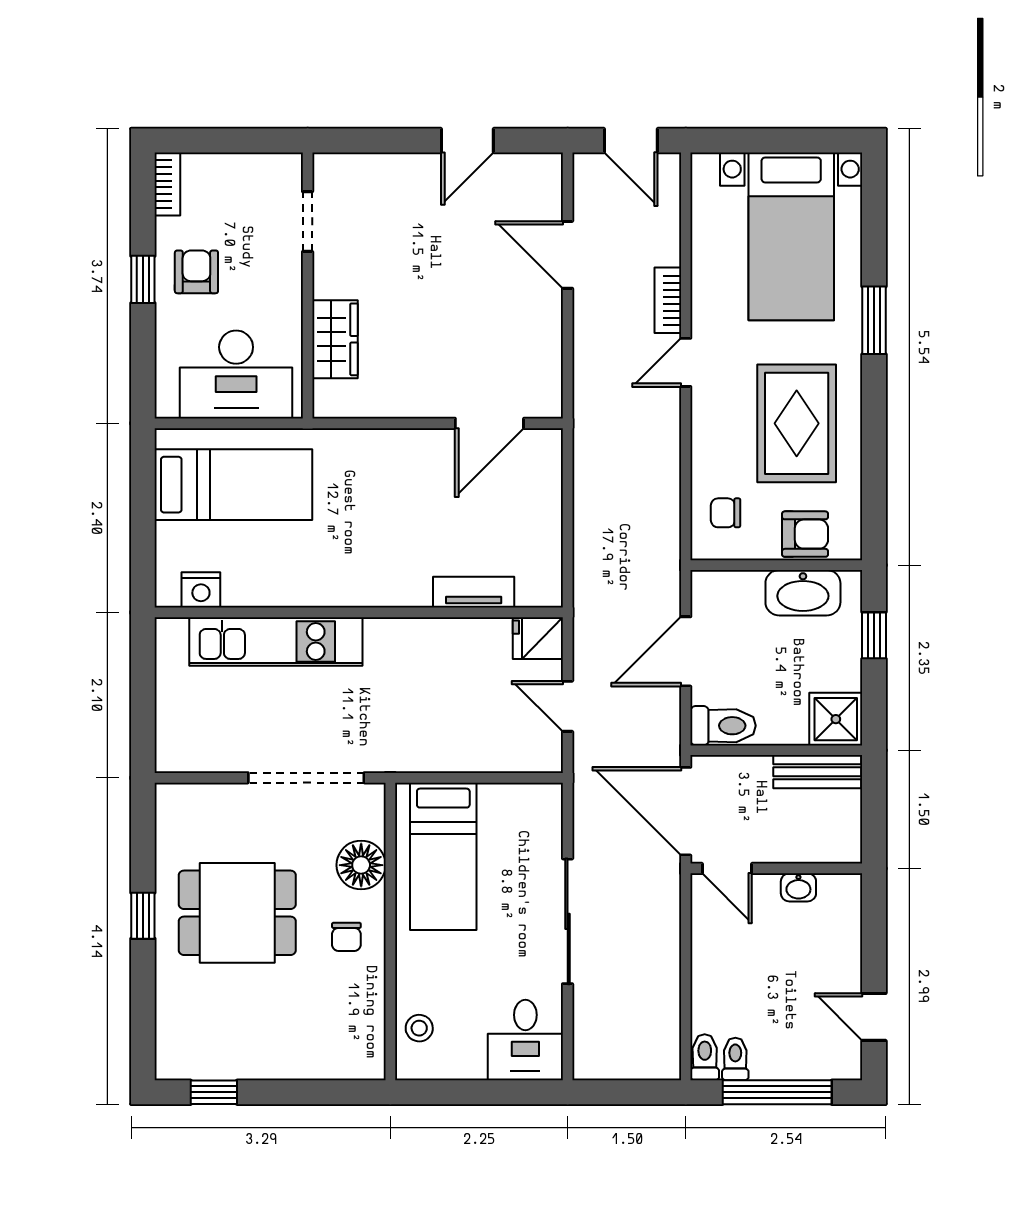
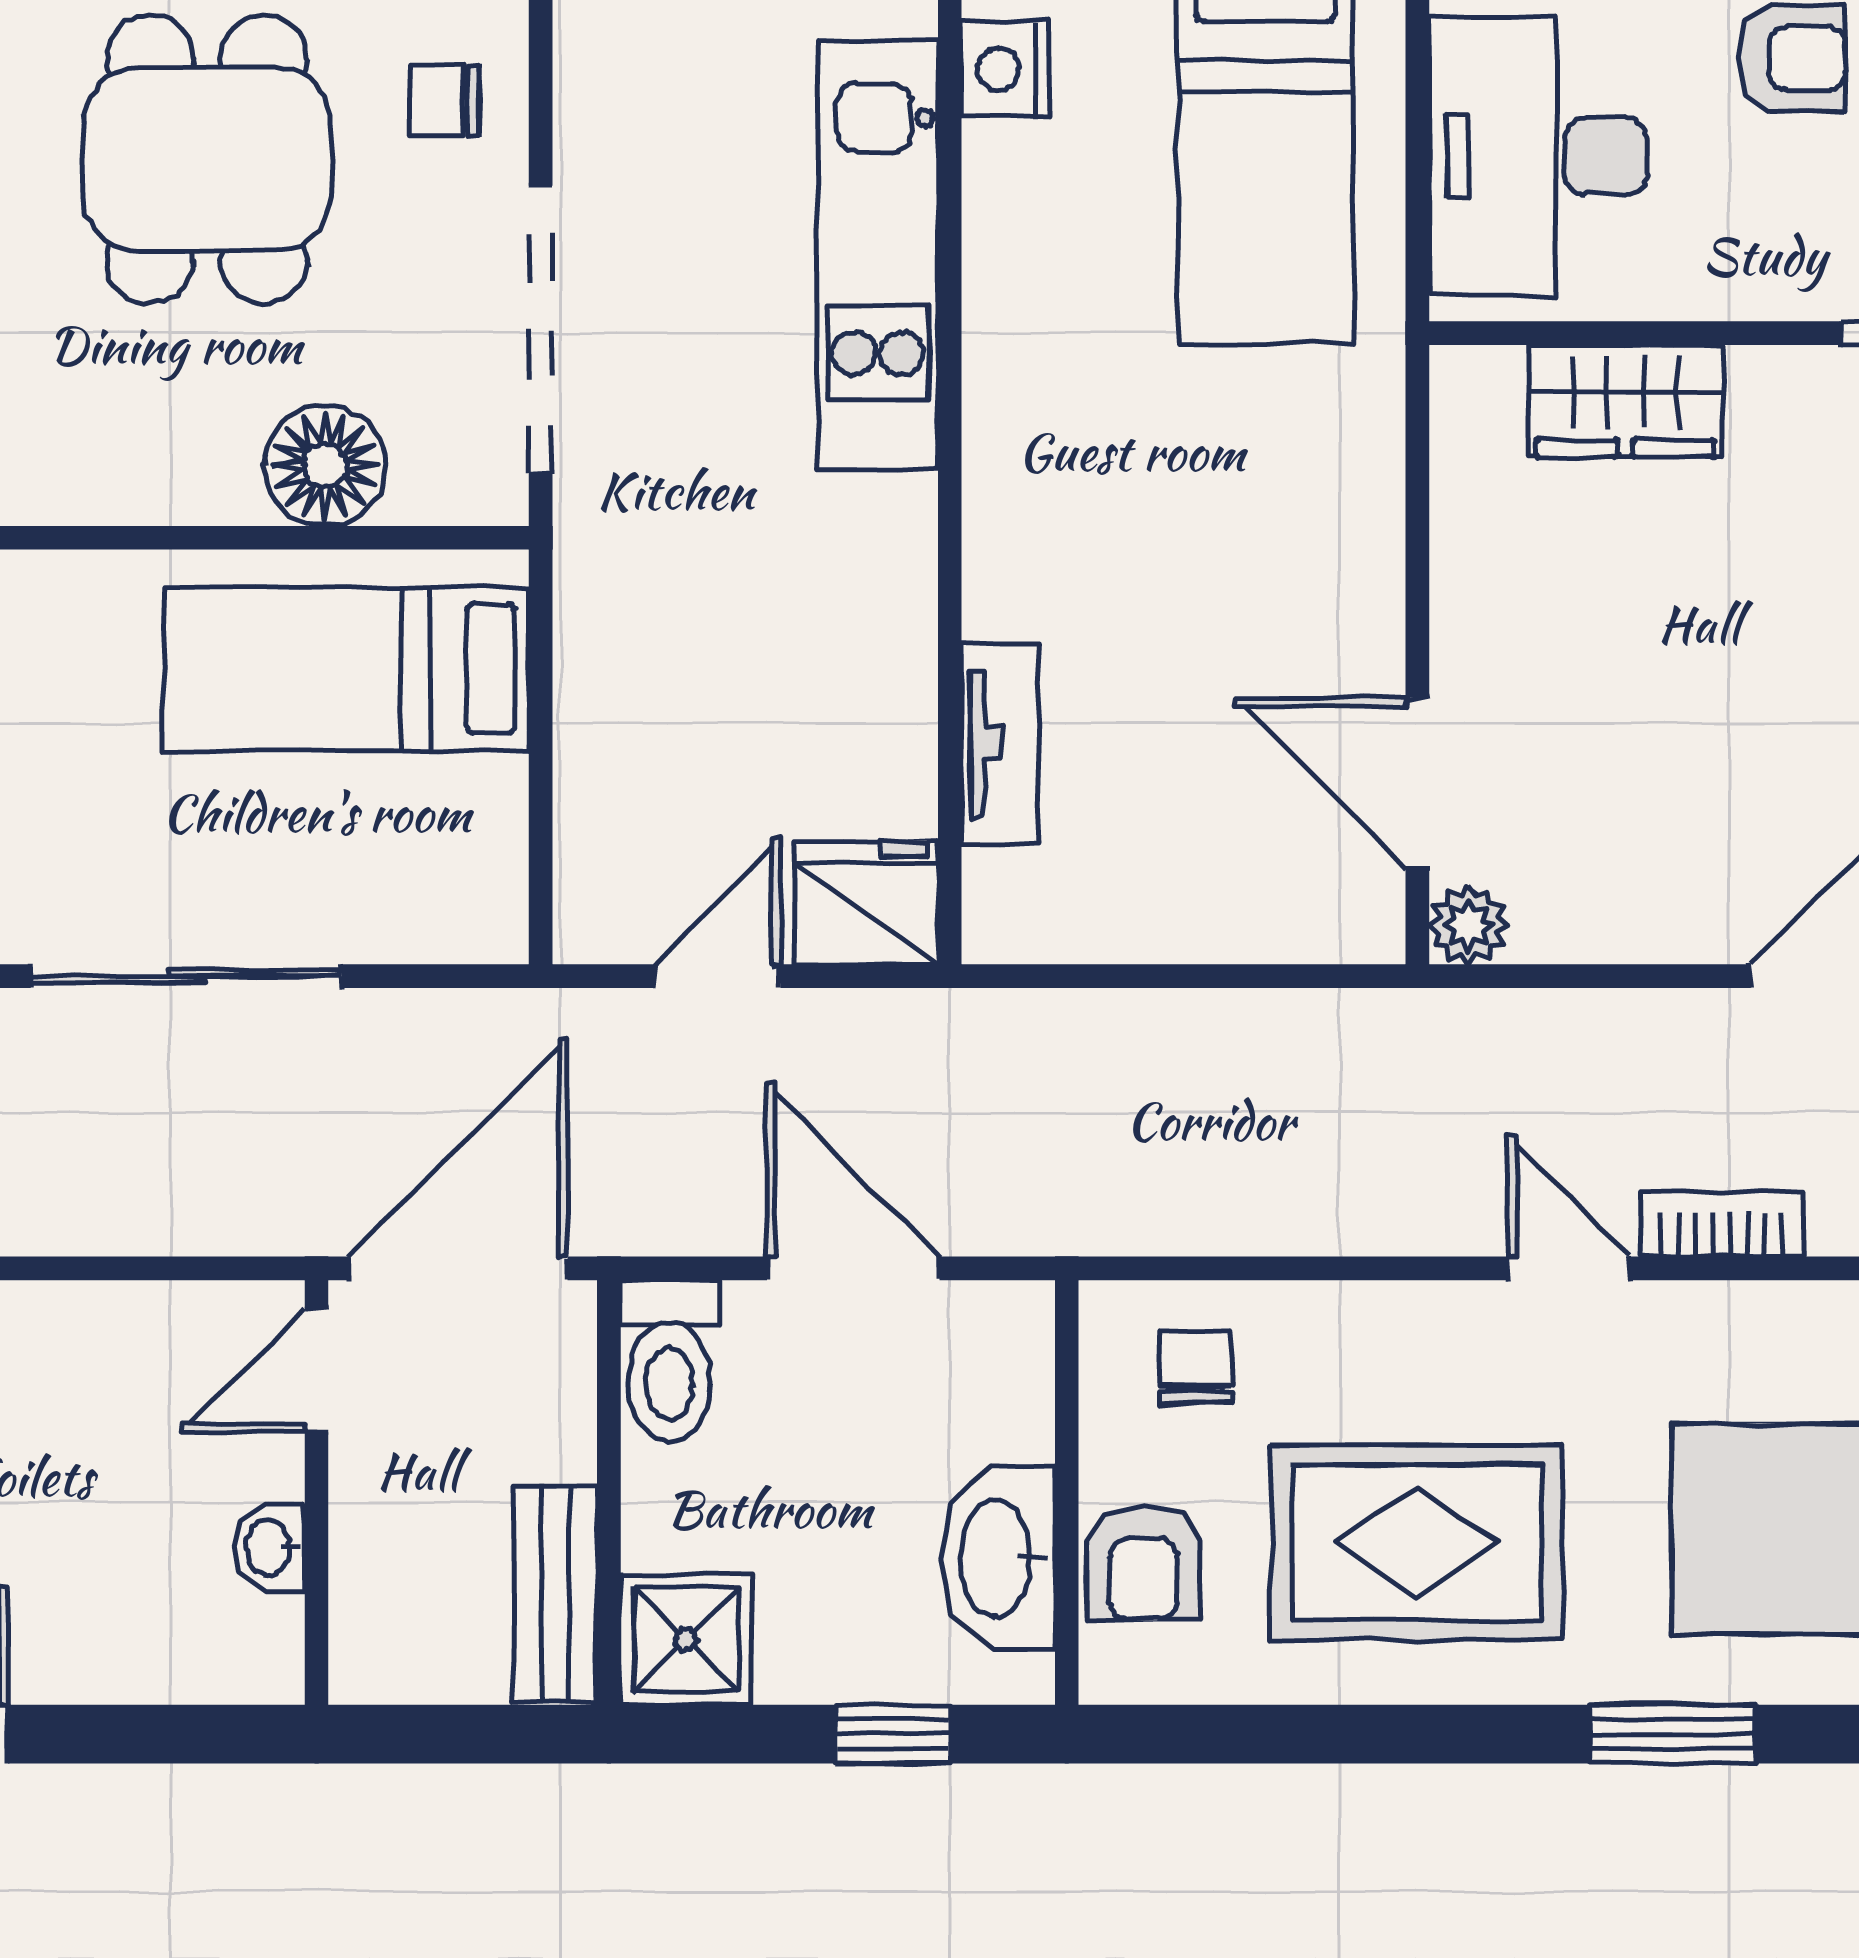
plant: (547, 403) -> (1468, 925), added
fridge: (538, 638) -> (866, 903), width x1.38
chair: (346, 937) -> (444, 101), moved

